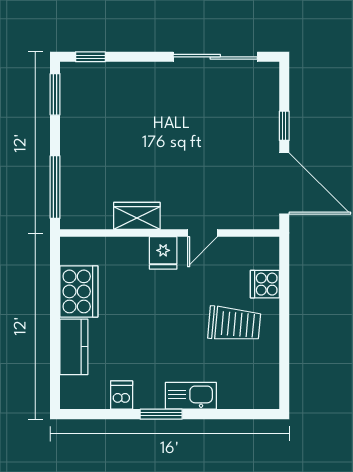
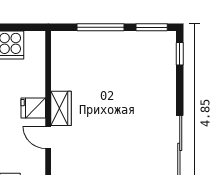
window: (55, 187) -> (101, 27), moved
wardrobe: (137, 216) -> (61, 108), moved

